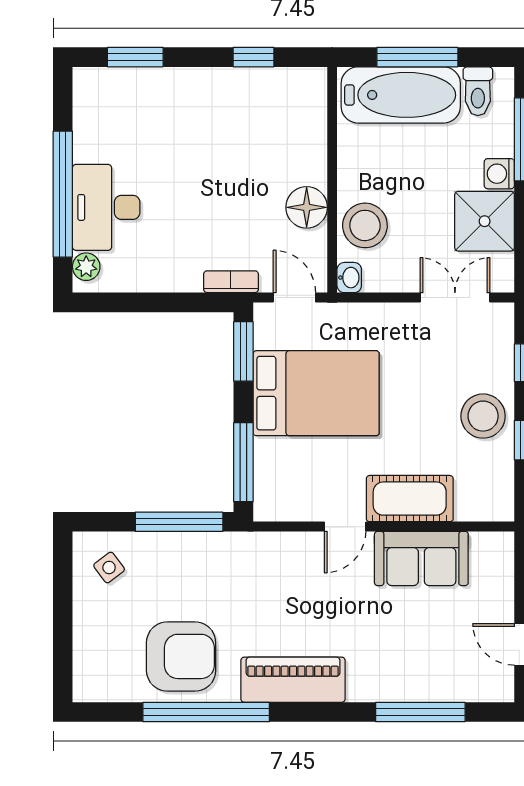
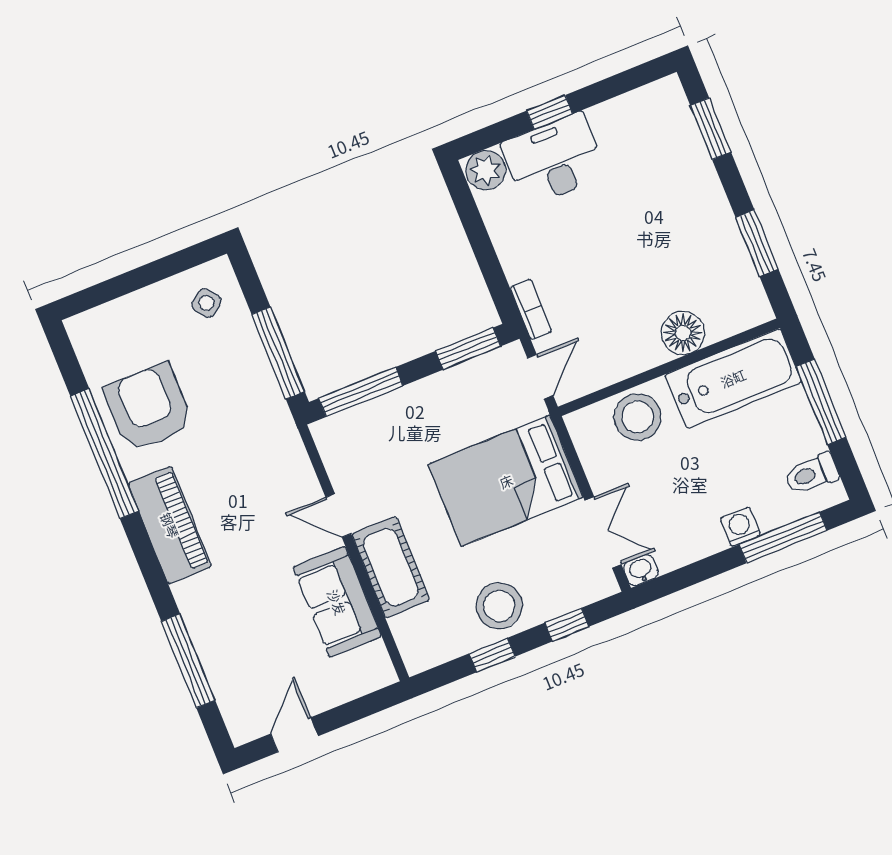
window: (254, 57) -> (757, 243), width x1.50
bathtub: (401, 95) -> (733, 378), moved, turned -90
window: (63, 194) -> (550, 112), width x0.32
floor lamp: (307, 207) -> (683, 333), moved
shower: (485, 221) -> (689, 531), removed
plant: (86, 267) -> (486, 170), width x1.38, depth x1.38
washbasin: (349, 278) -> (641, 570), moved, turned 180
bed: (316, 393) -> (506, 481), moved, turned 90
armchair: (181, 656) -> (148, 408), turned 180

